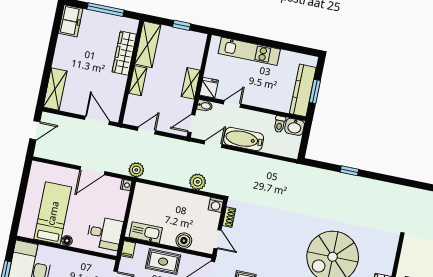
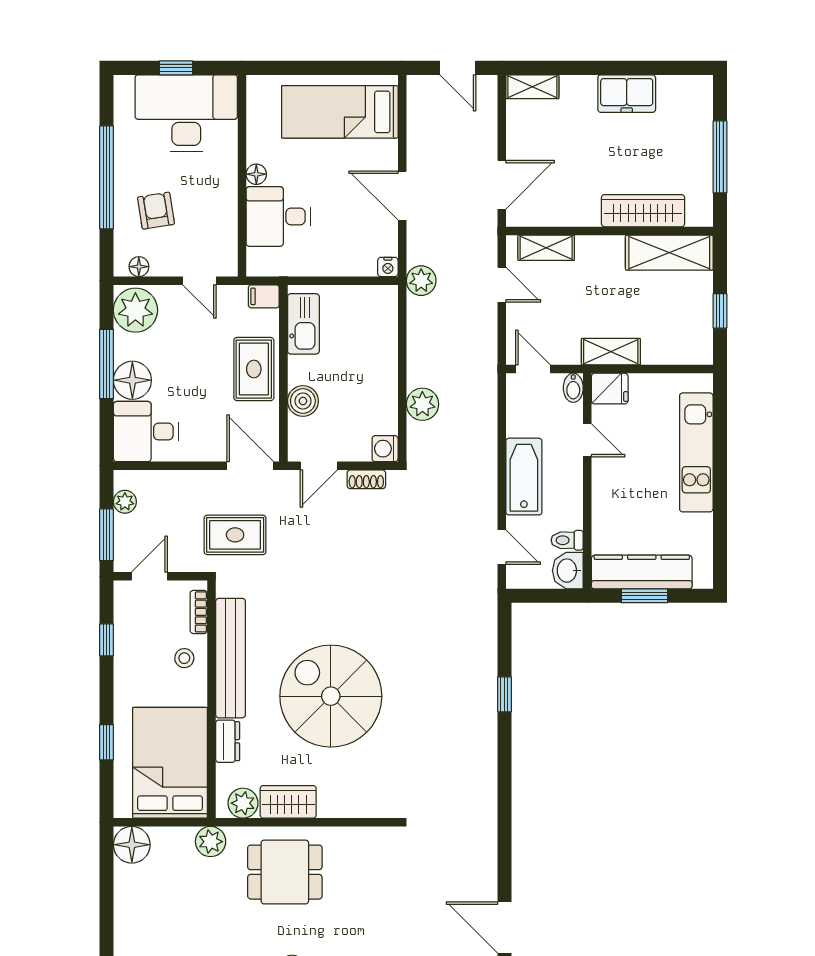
freezer: (71, 21) -> (627, 94), moved
shelving: (138, 81) -> (546, 248), moved
shelving: (55, 89) -> (532, 87), width x0.67, depth x0.75
door: (213, 144) -> (502, 547), moved
bed: (53, 213) -> (340, 112), moved, turned 180
desk: (105, 233) -> (278, 216), moved, turned 90

